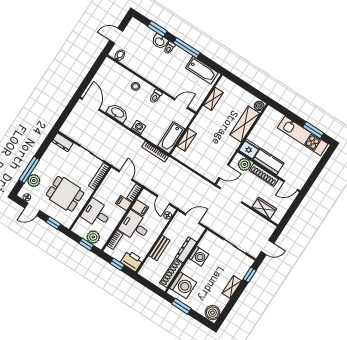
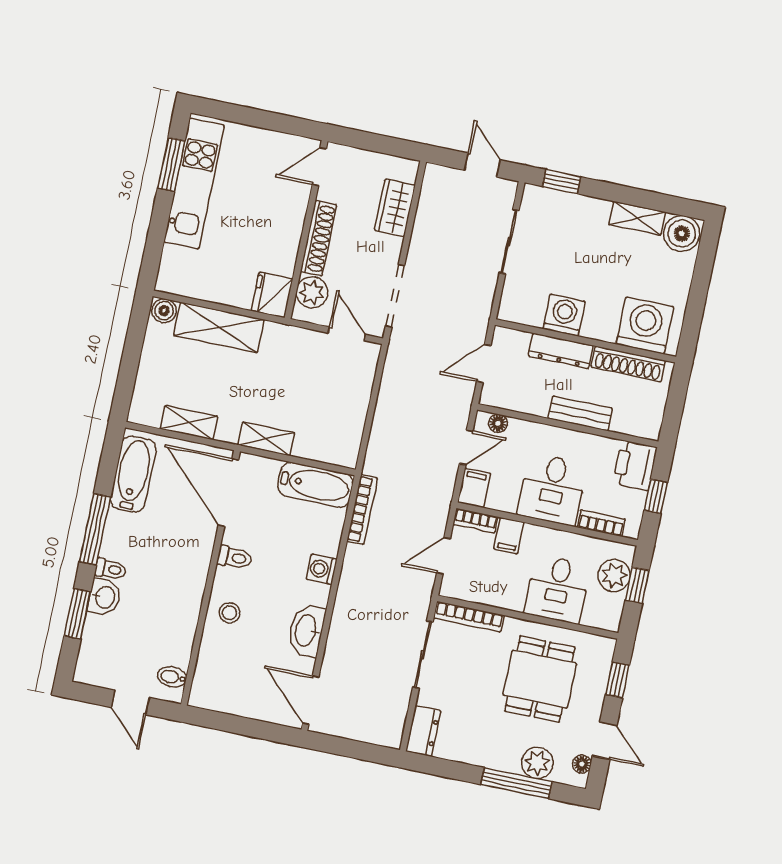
door: (91, 104) -> (311, 700), hinge flipped
door: (181, 104) -> (228, 492), width x1.88
shelving: (187, 140) -> (266, 439), moved
kitchen counter: (269, 161) -> (284, 239), removed
door: (291, 186) -> (319, 167), swing flipped
filing cabinet: (140, 208) -> (474, 488), moved
door: (192, 219) -> (484, 364), hinge flipped
shelving: (232, 287) -> (637, 218), moved
window: (181, 306) -> (695, 311), removed

